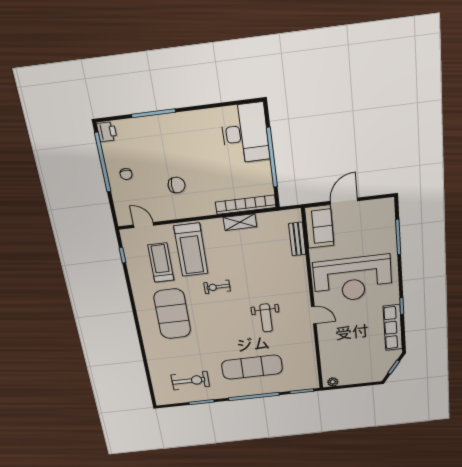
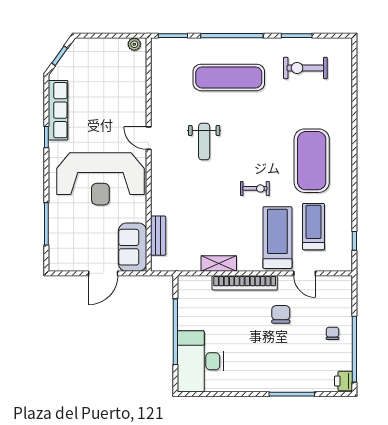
chair: (177, 185) -> (281, 314), turned 90
bookcase: (246, 205) -> (245, 283), moved
door: (144, 225) -> (305, 273), moved
treadmill: (161, 263) -> (314, 227), turned 180
reception desk: (353, 279) -> (100, 179), turned 180
weight bench: (266, 318) -> (204, 142), turned 180

